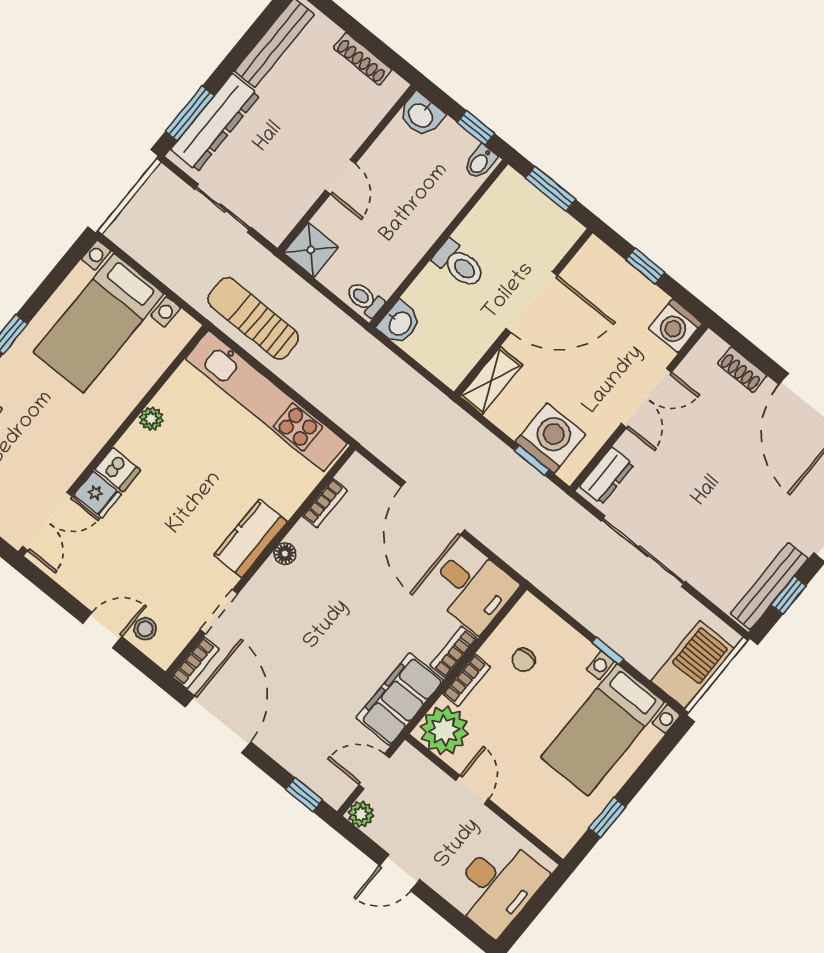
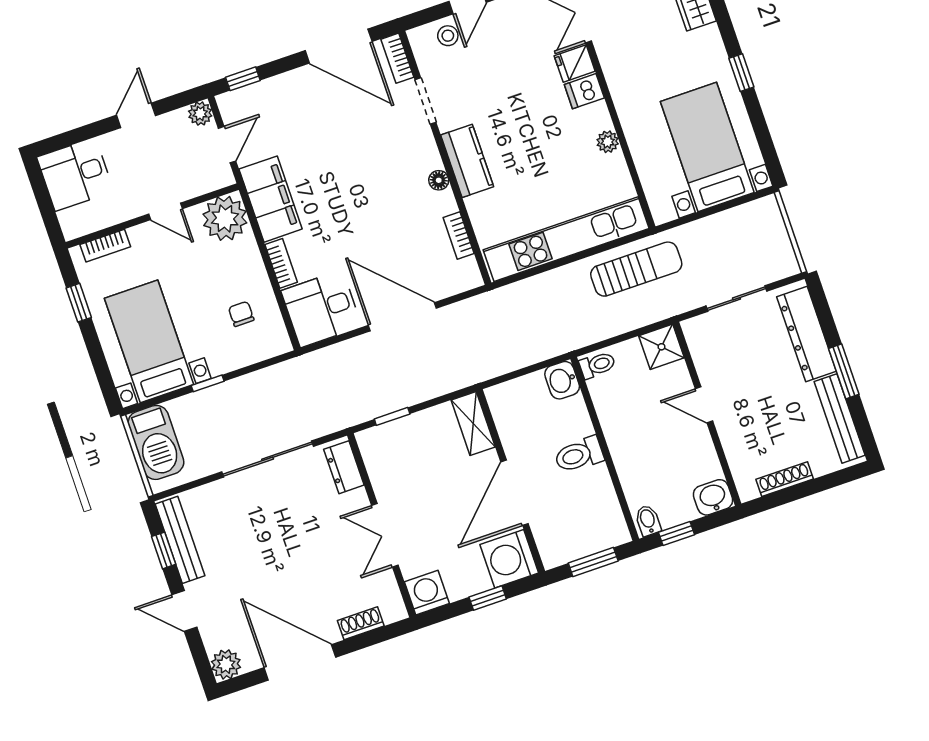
window: (190, 113) -> (844, 371), moved
washing machine: (551, 438) -> (509, 559), moved, turned 90
bookcase: (467, 680) -> (105, 246), moved, turned -90
desk: (497, 886) -> (75, 174), width x0.73

